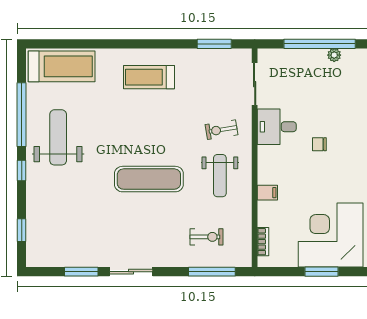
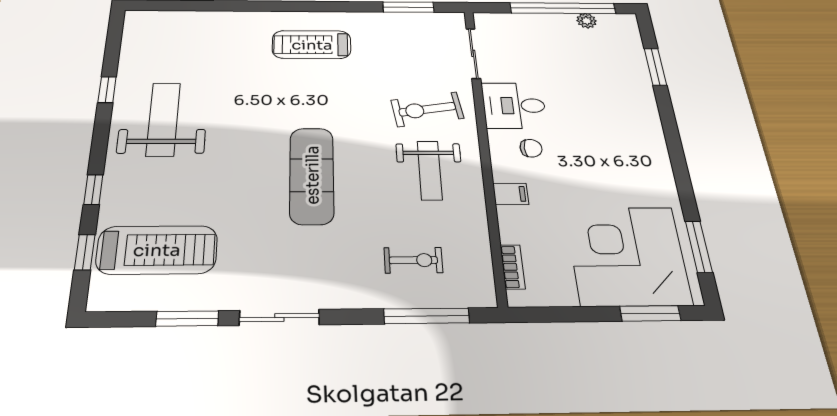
treadmill: (62, 66) -> (157, 250), moved
window: (22, 115) -> (107, 90), width x0.32
exercise bike: (221, 130) -> (427, 109), width x1.38, depth x1.39
chair: (319, 144) -> (531, 148), moved, turned 180
window: (22, 170) -> (93, 190), moved
exercise mat: (149, 179) -> (312, 175), turned 90
window: (321, 272) -> (650, 313), moved

